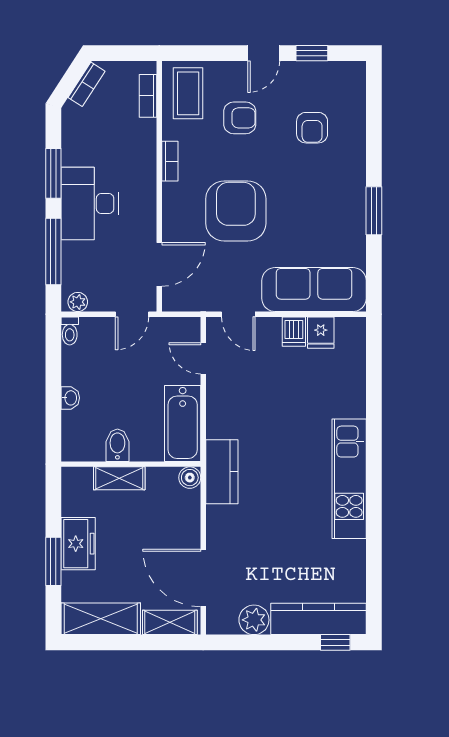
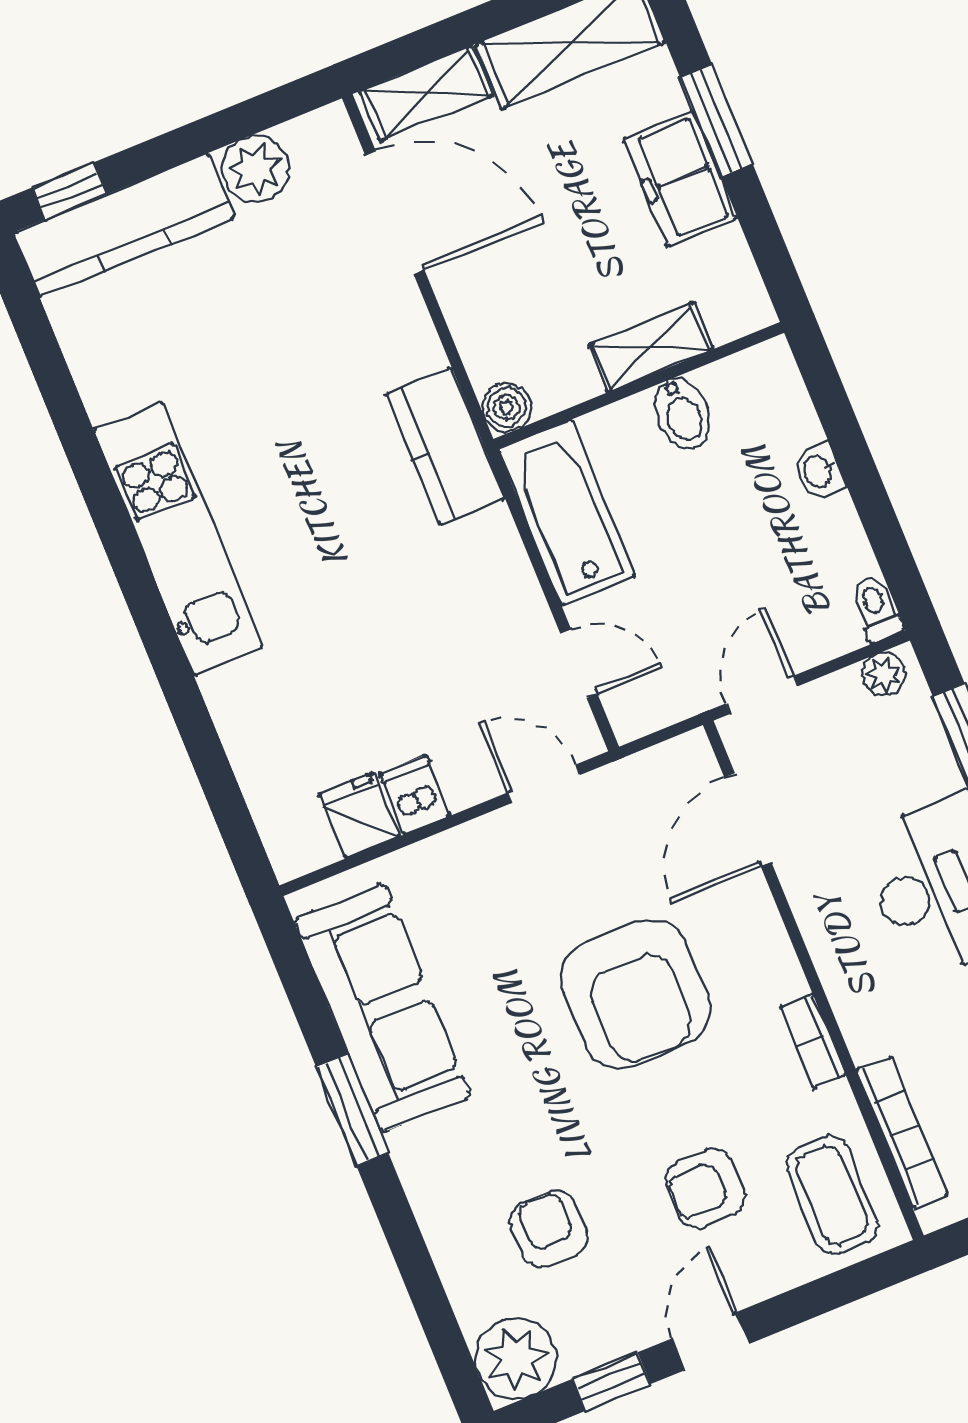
plant: (348, 79) -> (516, 1358), added
bookcase: (148, 96) -> (902, 1132), width x1.56
sofa: (314, 290) -> (382, 1008), moved, turned -90

